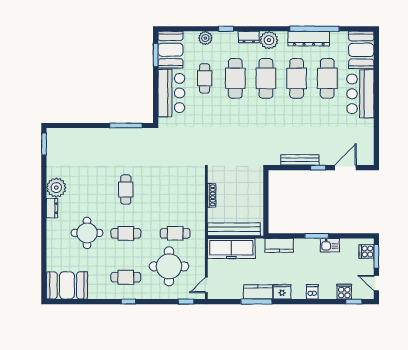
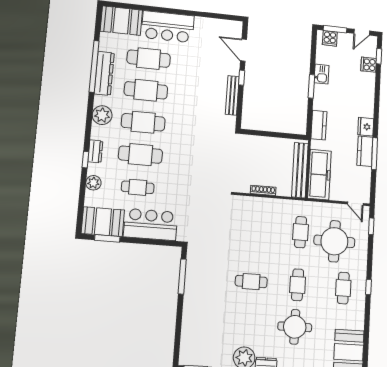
dresser: (249, 37) -> (95, 151), moved
dishwasher: (312, 292) -> (367, 96), removed

